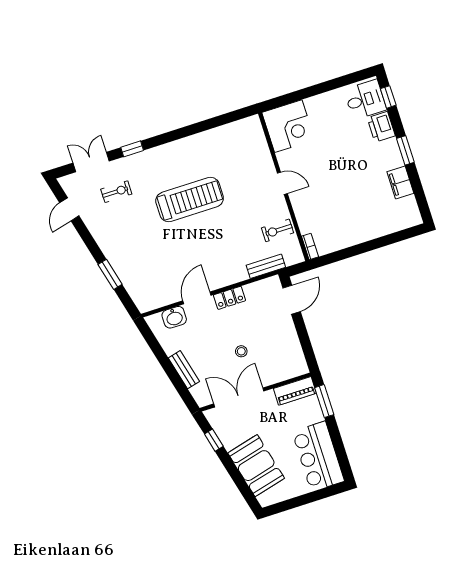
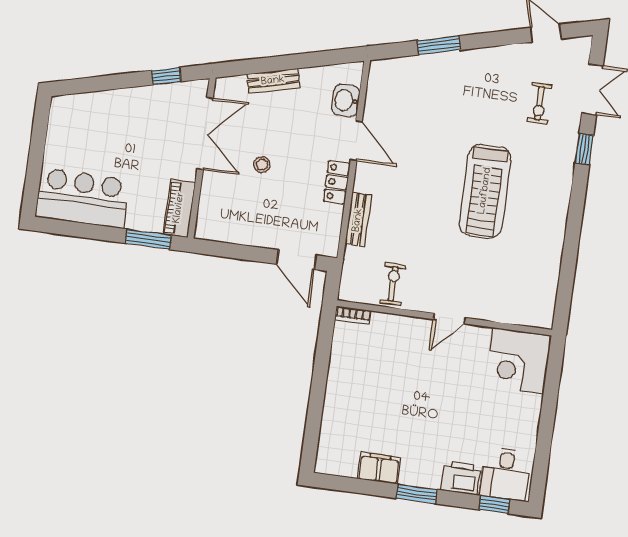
bench: (266, 266) -> (358, 220), moved
booth: (256, 466) -> (108, 114), removed

